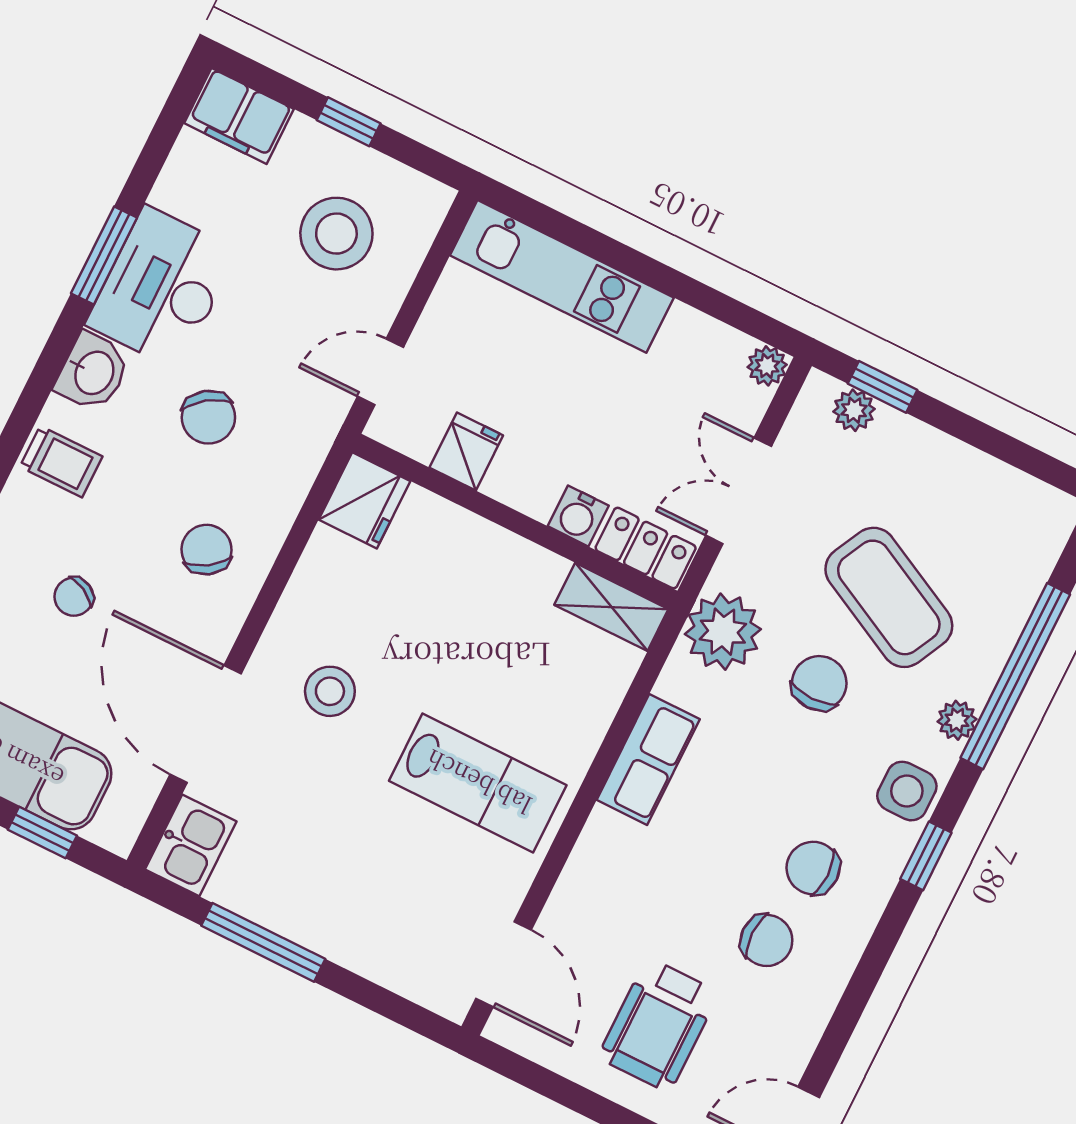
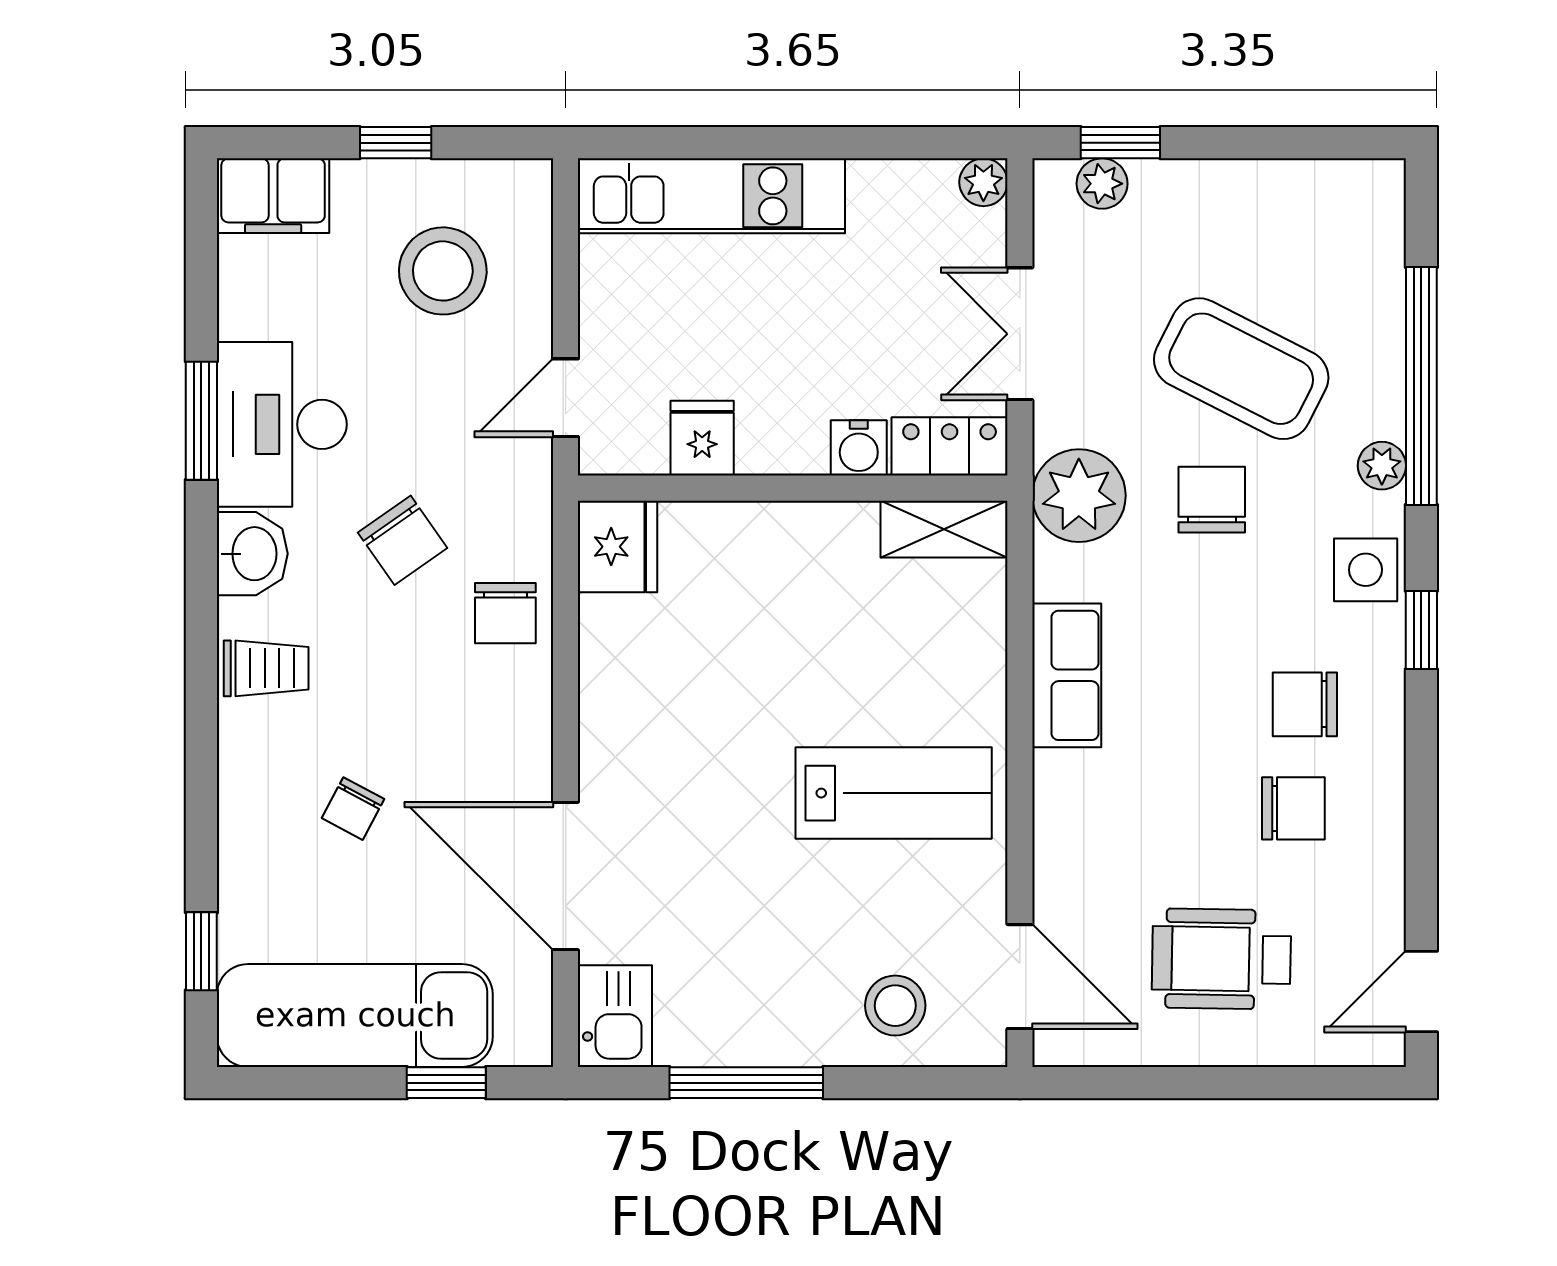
chair: (207, 550) -> (505, 613), moved, turned -147
stool: (330, 691) -> (895, 1006), moved
wheelchair: (658, 1025) -> (1221, 959), turned 91

